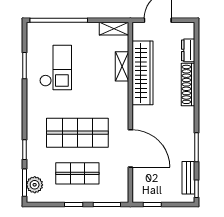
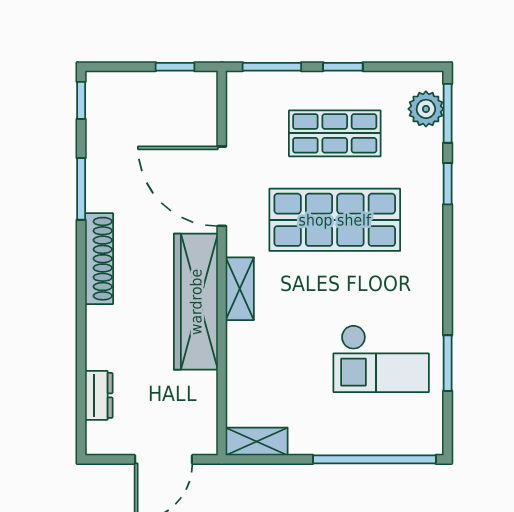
shelving: (122, 66) -> (240, 289), moved
checkout: (56, 68) -> (381, 359), turned -90
wardrobe: (143, 73) -> (196, 302), moved
shoe rack: (188, 84) -> (99, 259), moved
bench: (188, 178) -> (98, 124), removed

